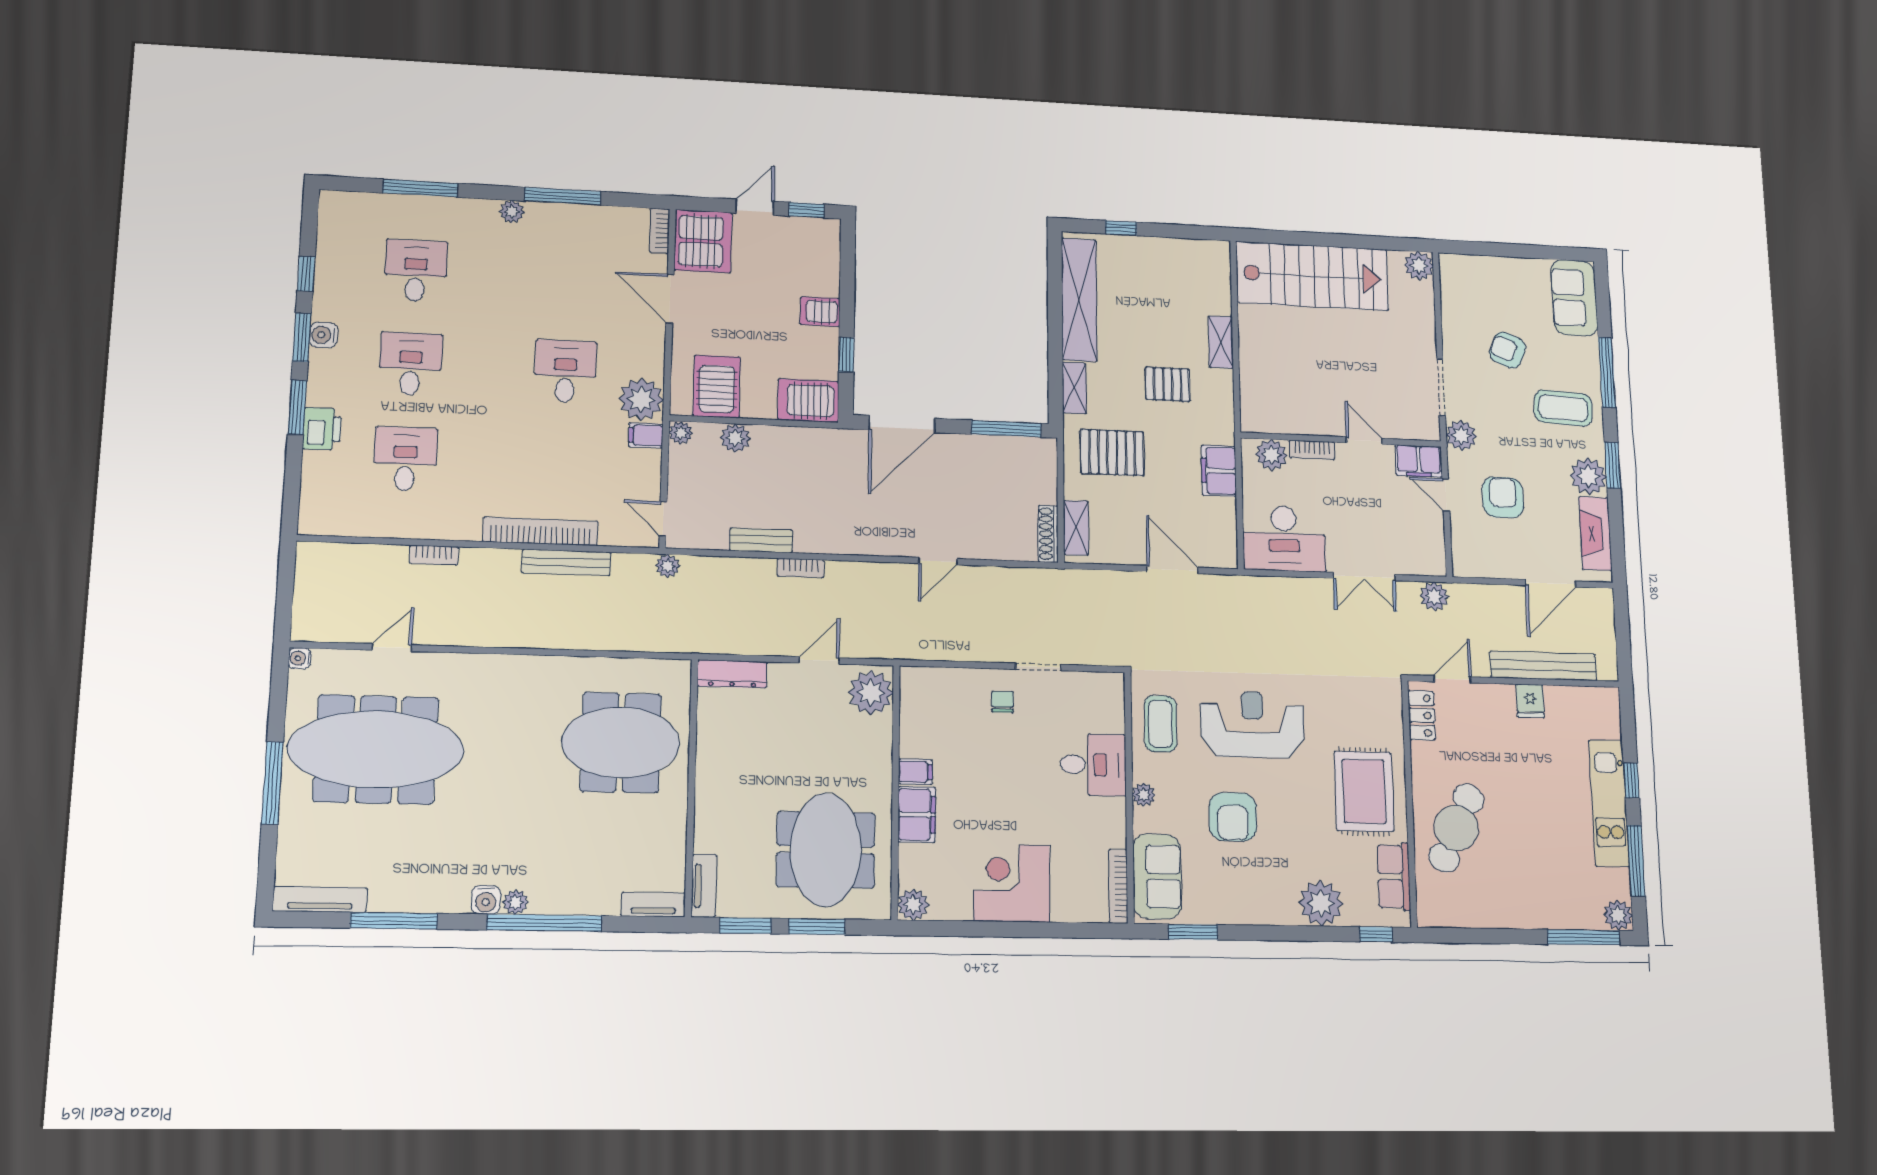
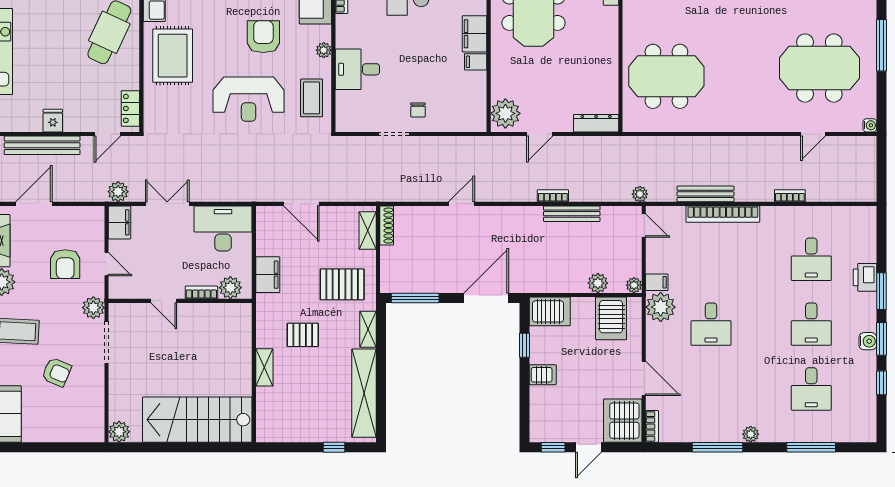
filing cabinet: (1419, 461) -> (119, 222), moved, turned 90
bench: (761, 540) -> (572, 214), width x1.36
meeting table: (376, 749) -> (819, 68), width x0.73

